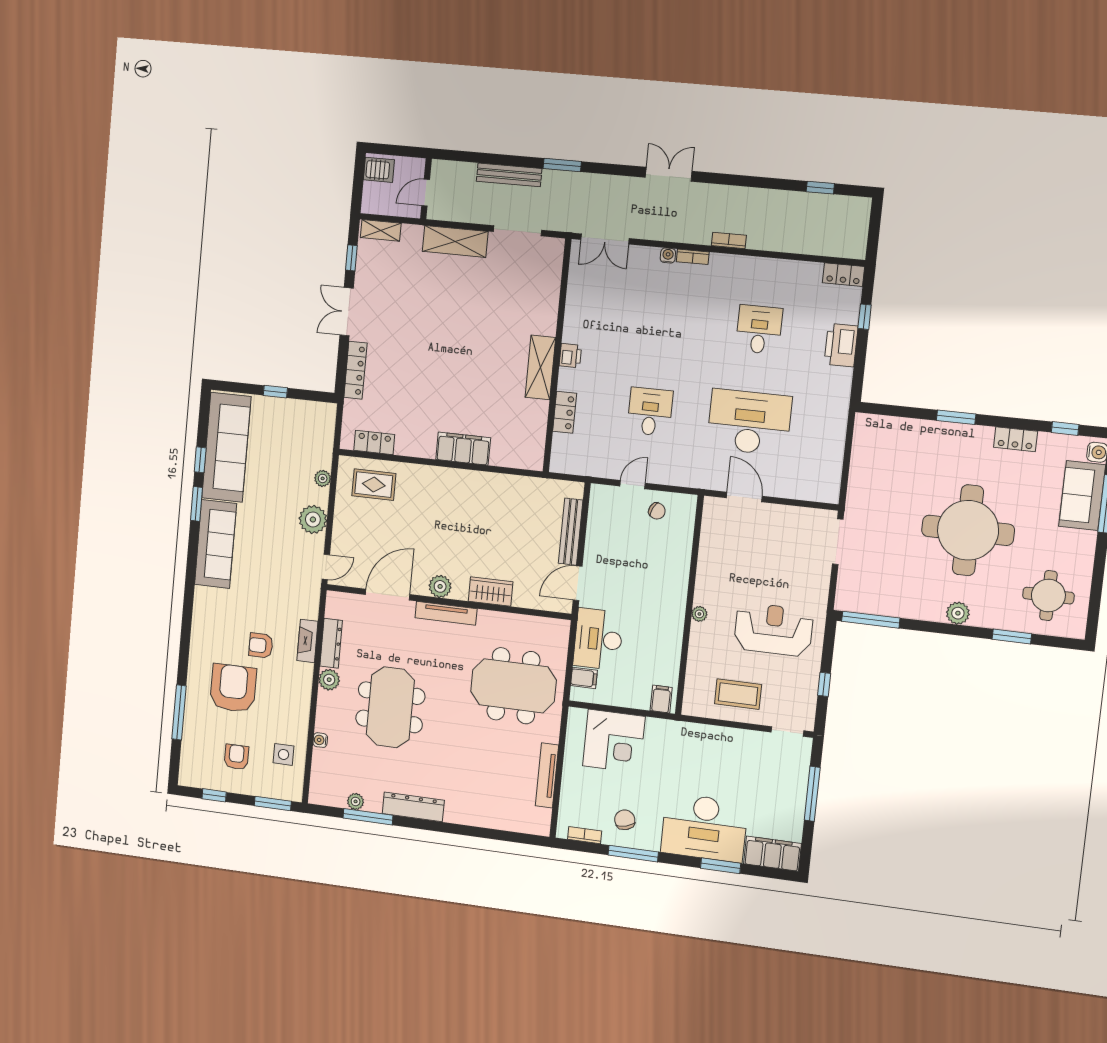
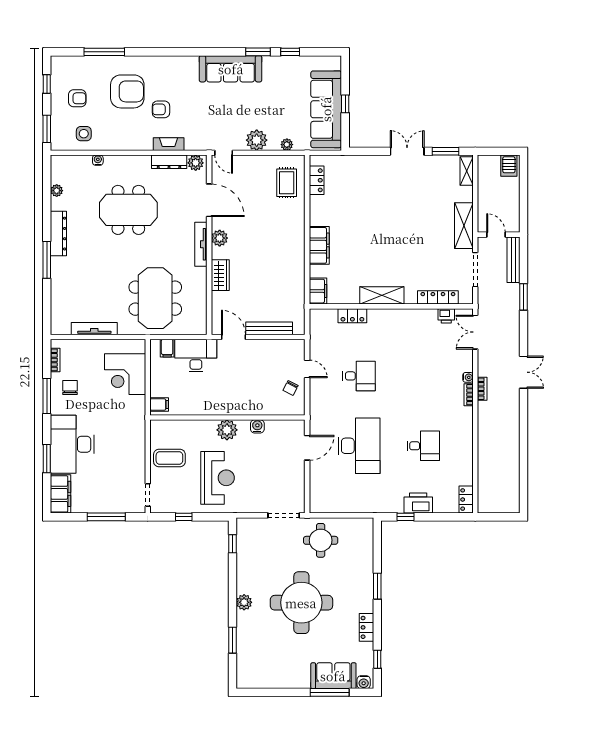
window: (820, 188) -> (524, 477), removed
wall: (426, 189) -> (499, 235), moved
door: (426, 193) -> (496, 235), moved
bookcase: (729, 240) -> (482, 389), moved
window: (351, 258) -> (445, 151), width x1.50
window: (865, 317) -> (406, 517), moved
printer: (570, 356) -> (446, 316), moved
locker: (355, 370) -> (438, 297), moved, turned 180
sofa: (226, 447) -> (326, 109), moved, turned 90
filing cabinet: (526, 457) -> (318, 291), added
water cooler: (706, 564) -> (257, 426), added
round table: (1048, 596) -> (321, 540), moved
plant: (699, 614) -> (227, 430), width x1.88, depth x1.88
window: (871, 620) -> (233, 544), width x0.46
armchair: (261, 645) -> (161, 109), turned -90
plant: (329, 680) -> (196, 163), moved
coffee table: (738, 694) -> (169, 458), turned 90
window: (368, 817) -> (47, 260), moved
chair: (625, 820) -> (70, 387), turned -74

